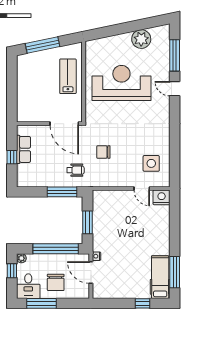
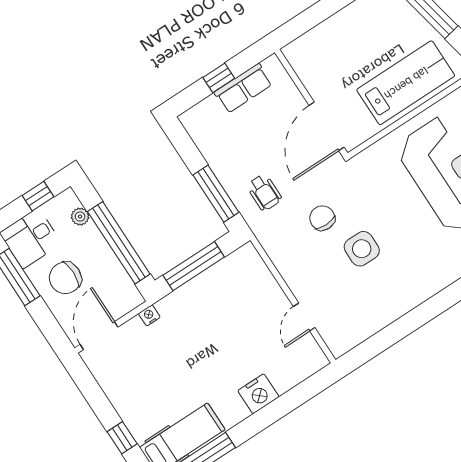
lab bench: (68, 76) -> (406, 83), width x1.36, depth x1.39
side table: (151, 163) -> (362, 249), moved
nightstand: (162, 197) -> (258, 394), moved, turned 90
window: (88, 222) -> (194, 266), width x1.44
plant: (21, 258) -> (80, 217), moved
door: (91, 272) -> (99, 336), moved

